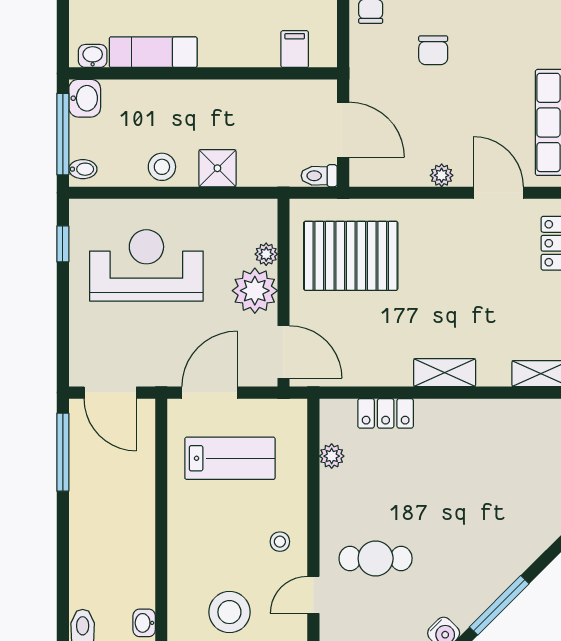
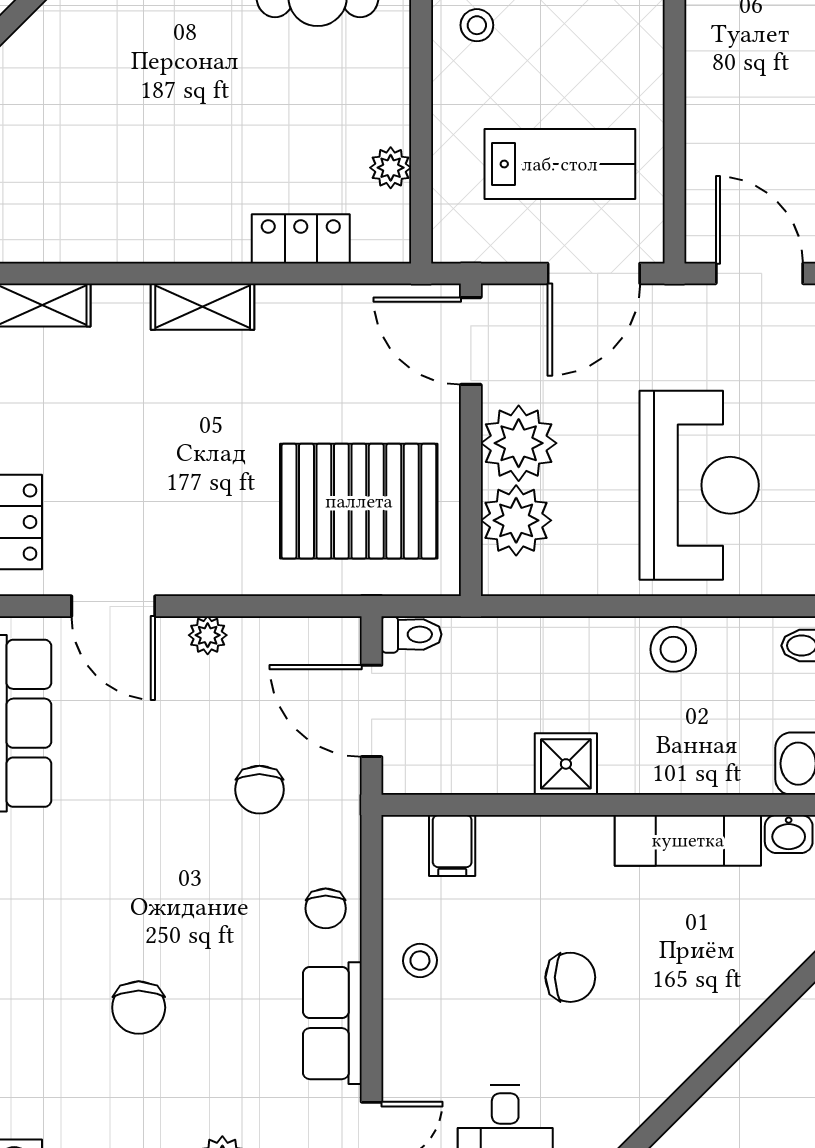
chair: (433, 50) -> (259, 790), moved, turned 180
shower: (217, 168) -> (566, 764), moved
plant: (266, 254) -> (516, 520), width x1.88, depth x1.88
reception desk: (146, 265) -> (699, 485), turned -90
lab bench: (230, 458) -> (560, 164), turned 180

